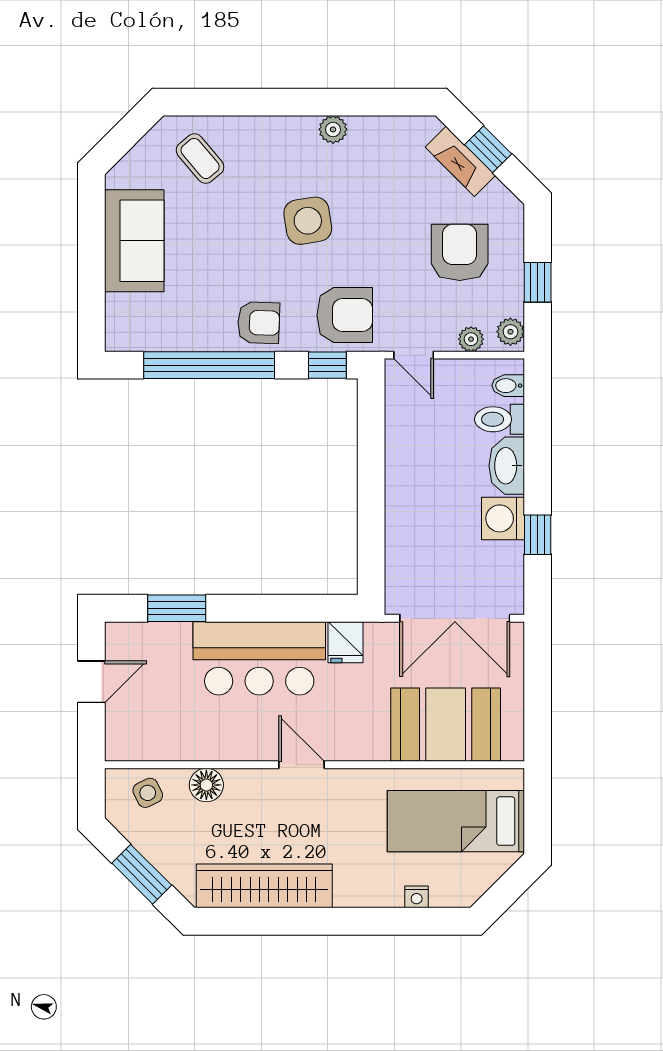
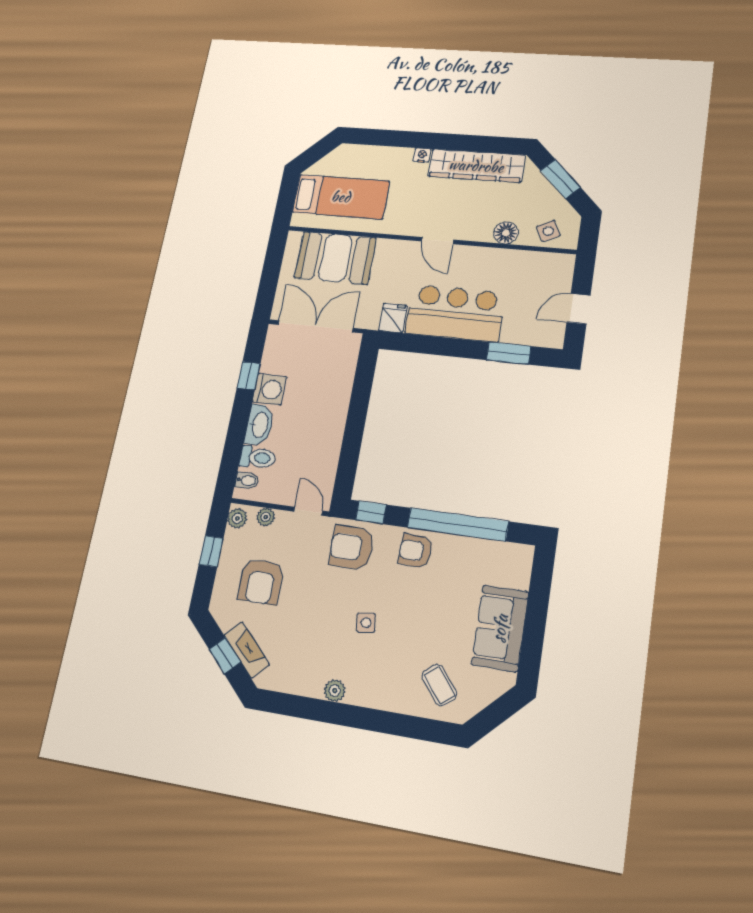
side table: (308, 221) -> (366, 623), width x0.54, depth x0.54
nightstand: (417, 897) -> (422, 155), moved

